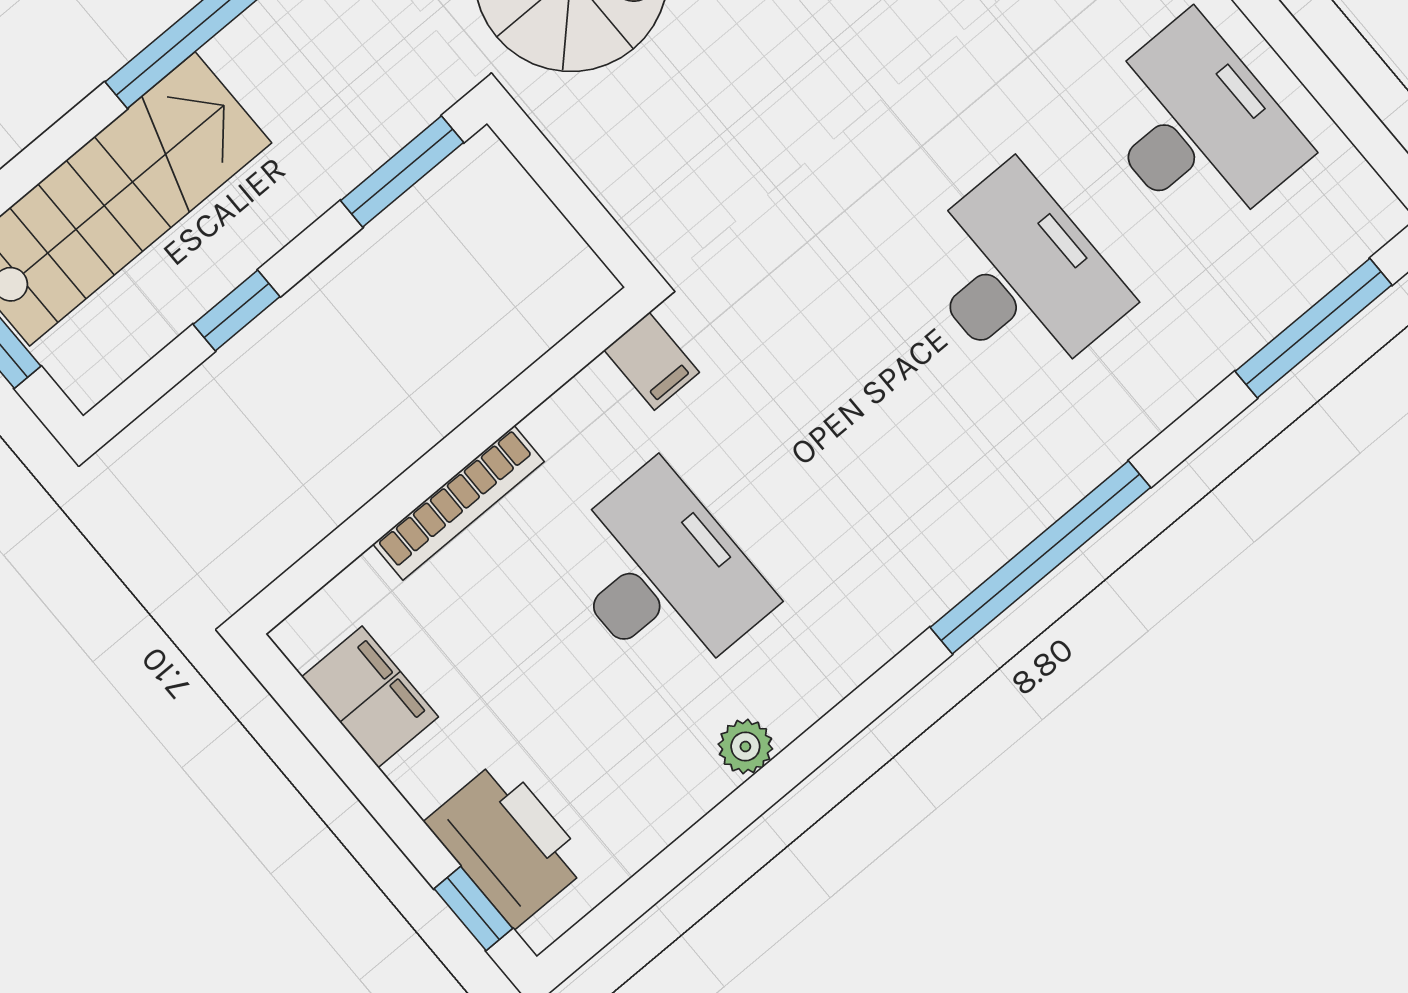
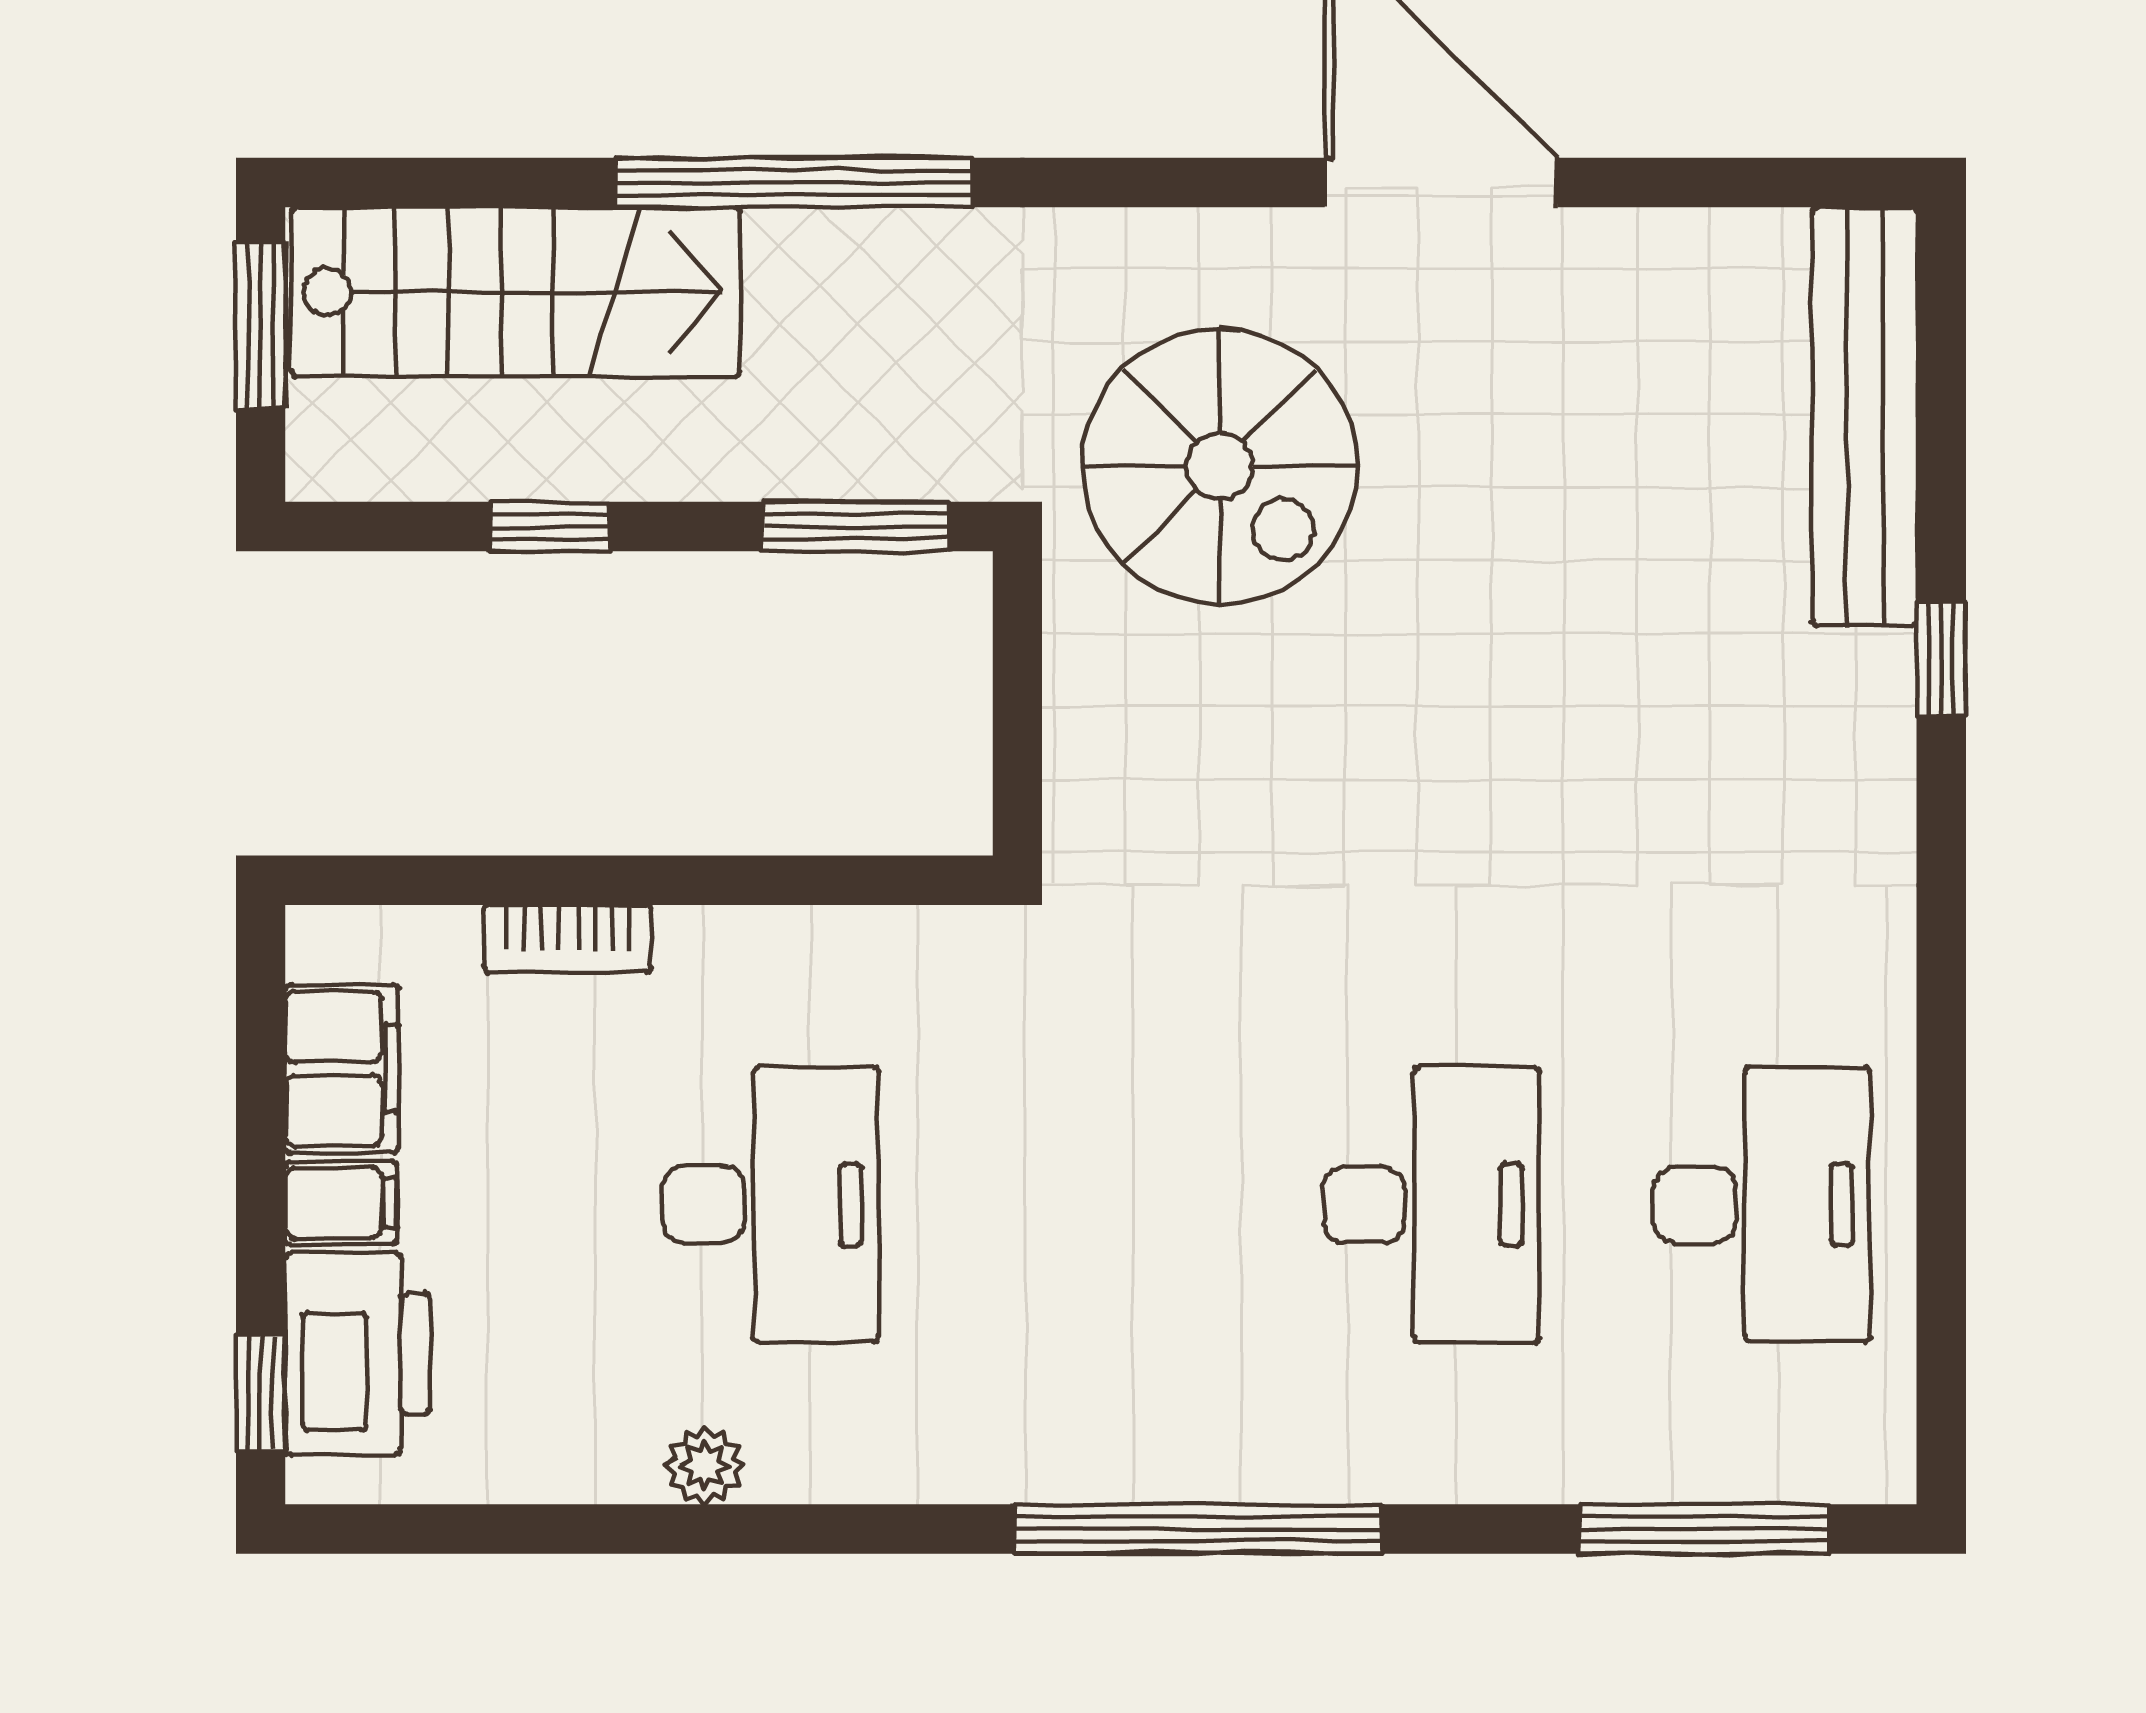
filing cabinet: (652, 361) -> (341, 1203), moved, turned -90
bookcase: (459, 503) -> (568, 938), width x0.64

